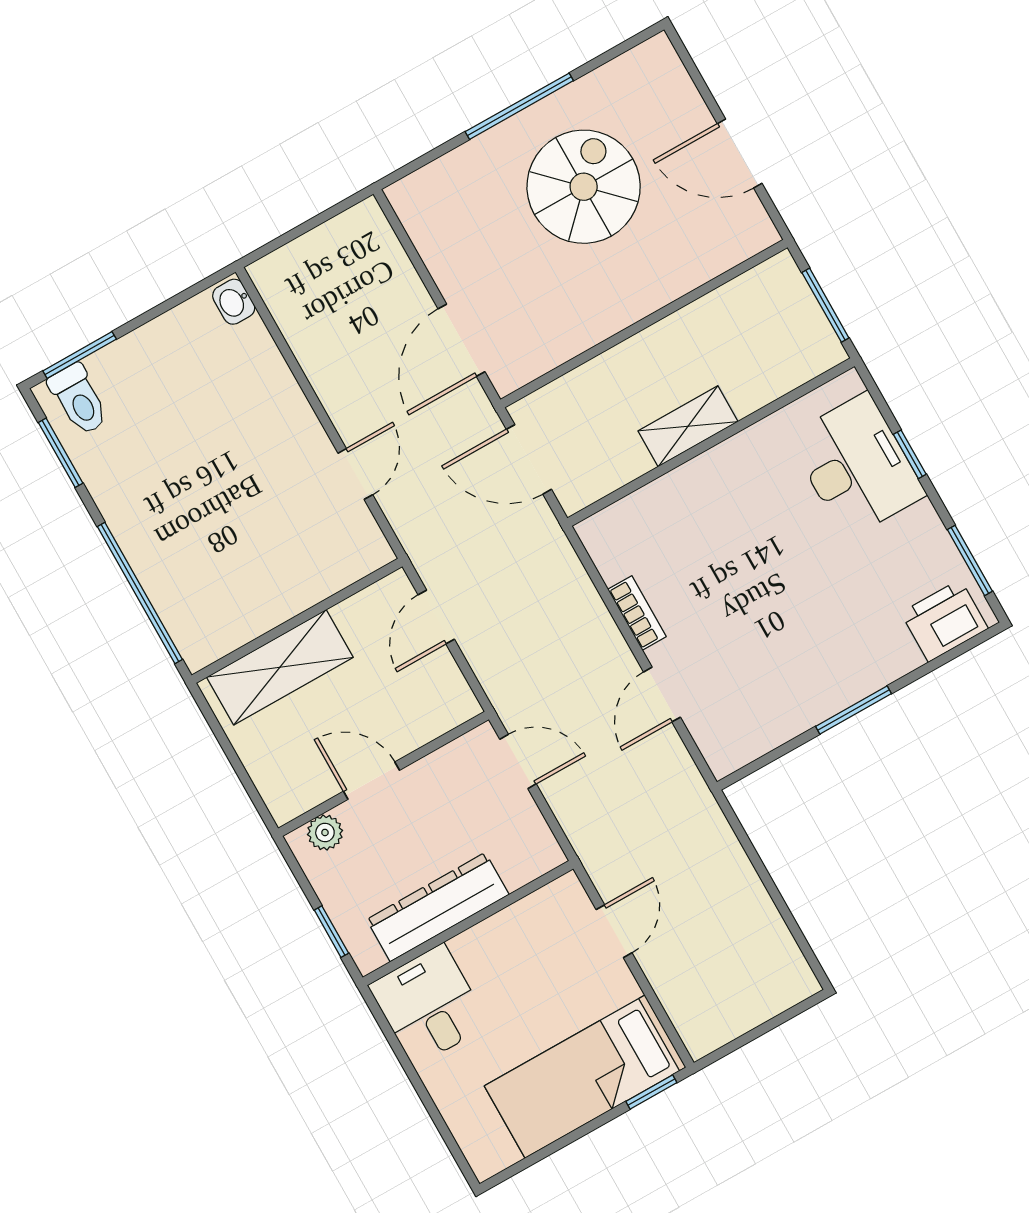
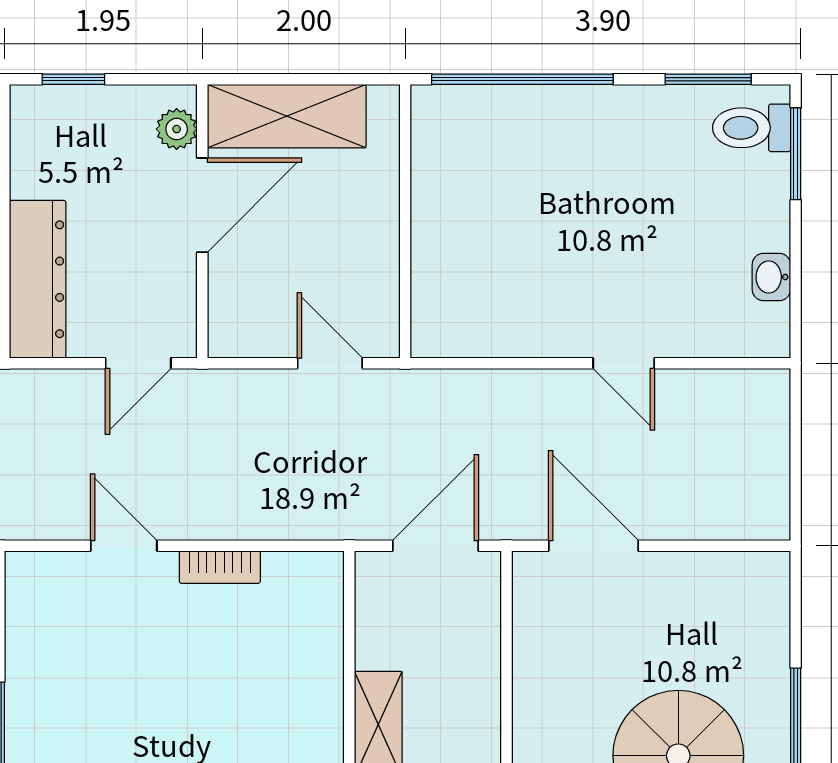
washbasin: (234, 302) -> (771, 277), moved, turned -90
door: (355, 474) -> (624, 363), moved
shelving: (280, 667) -> (287, 116), moved, turned 90
door: (371, 781) -> (202, 205), width x1.38
dresser: (438, 907) -> (38, 279), moved

